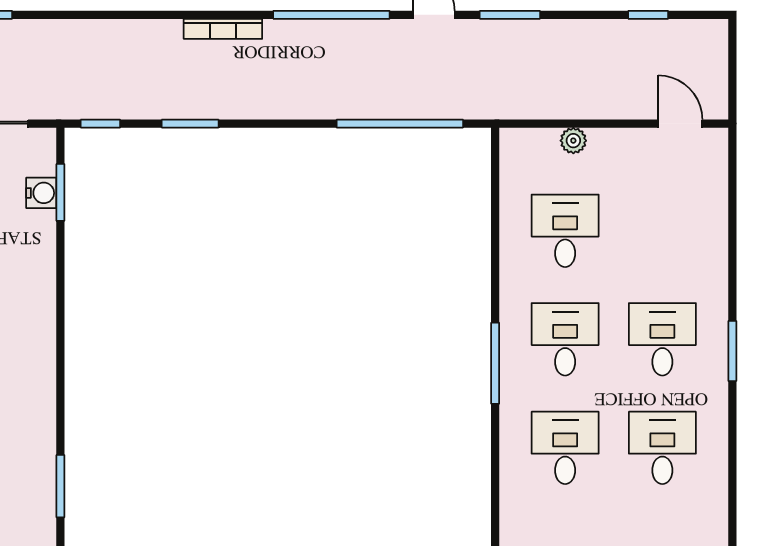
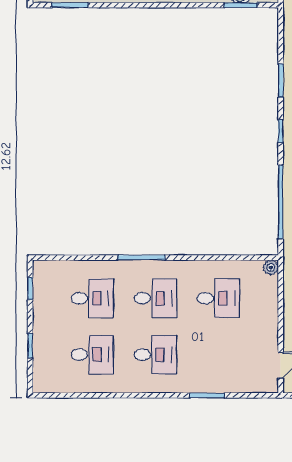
window: (100, 124) -> (281, 131), moved
plant: (573, 141) -> (271, 267), moved
window: (732, 351) -> (207, 395), moved

